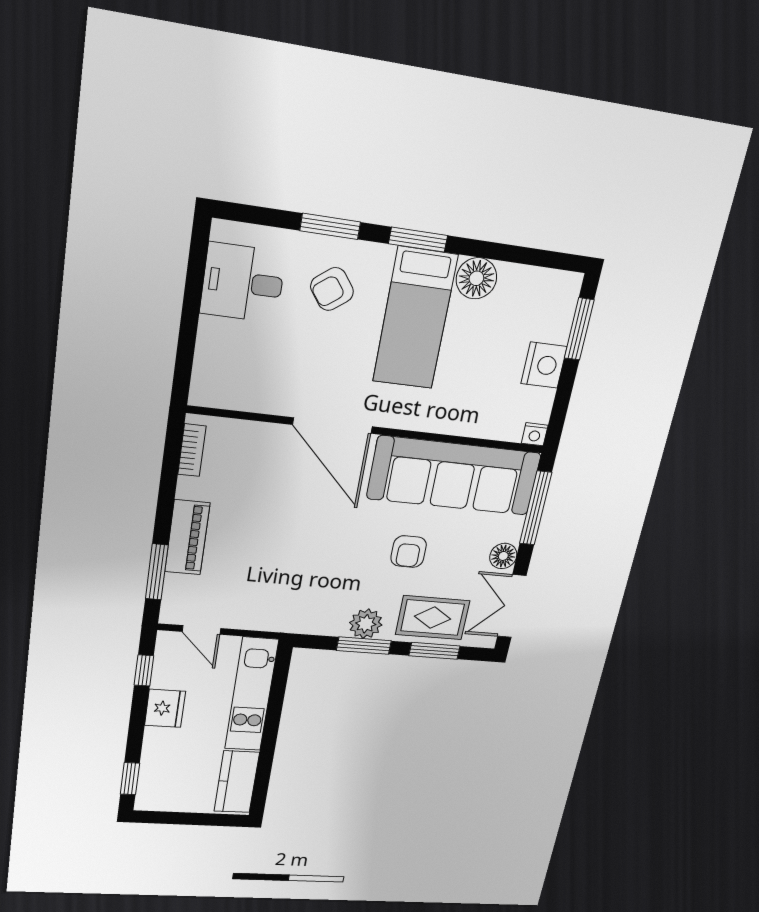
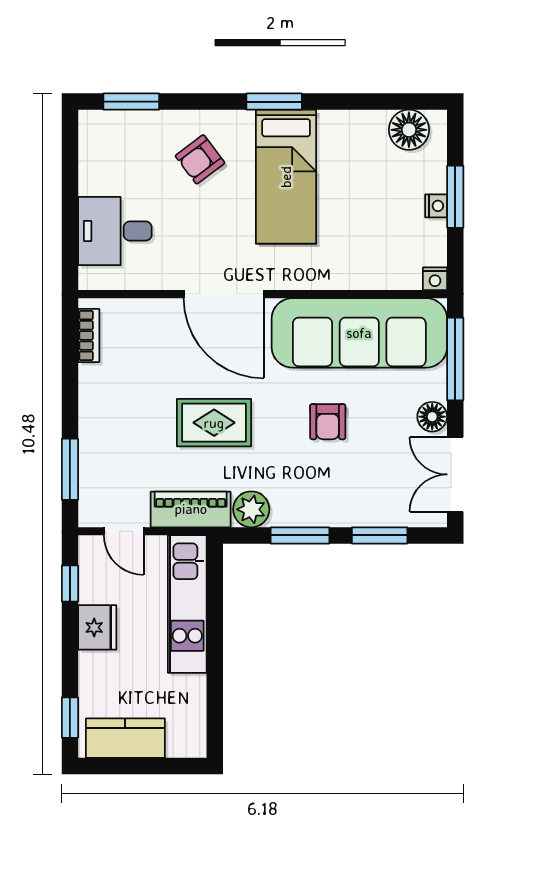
window: (330, 226) -> (131, 102), moved
floor lamp: (476, 278) -> (409, 130), moved
desk: (243, 283) -> (115, 231), moved
window: (579, 329) -> (455, 197), moved
nightstand: (544, 365) -> (436, 206), width x0.53, depth x0.56
piano: (187, 537) -> (191, 509), moved, turned -90
rug: (433, 618) -> (214, 423), moved
plant: (366, 624) -> (251, 509), moved
kitchen counter: (237, 782) -> (125, 738), moved, turned 90

